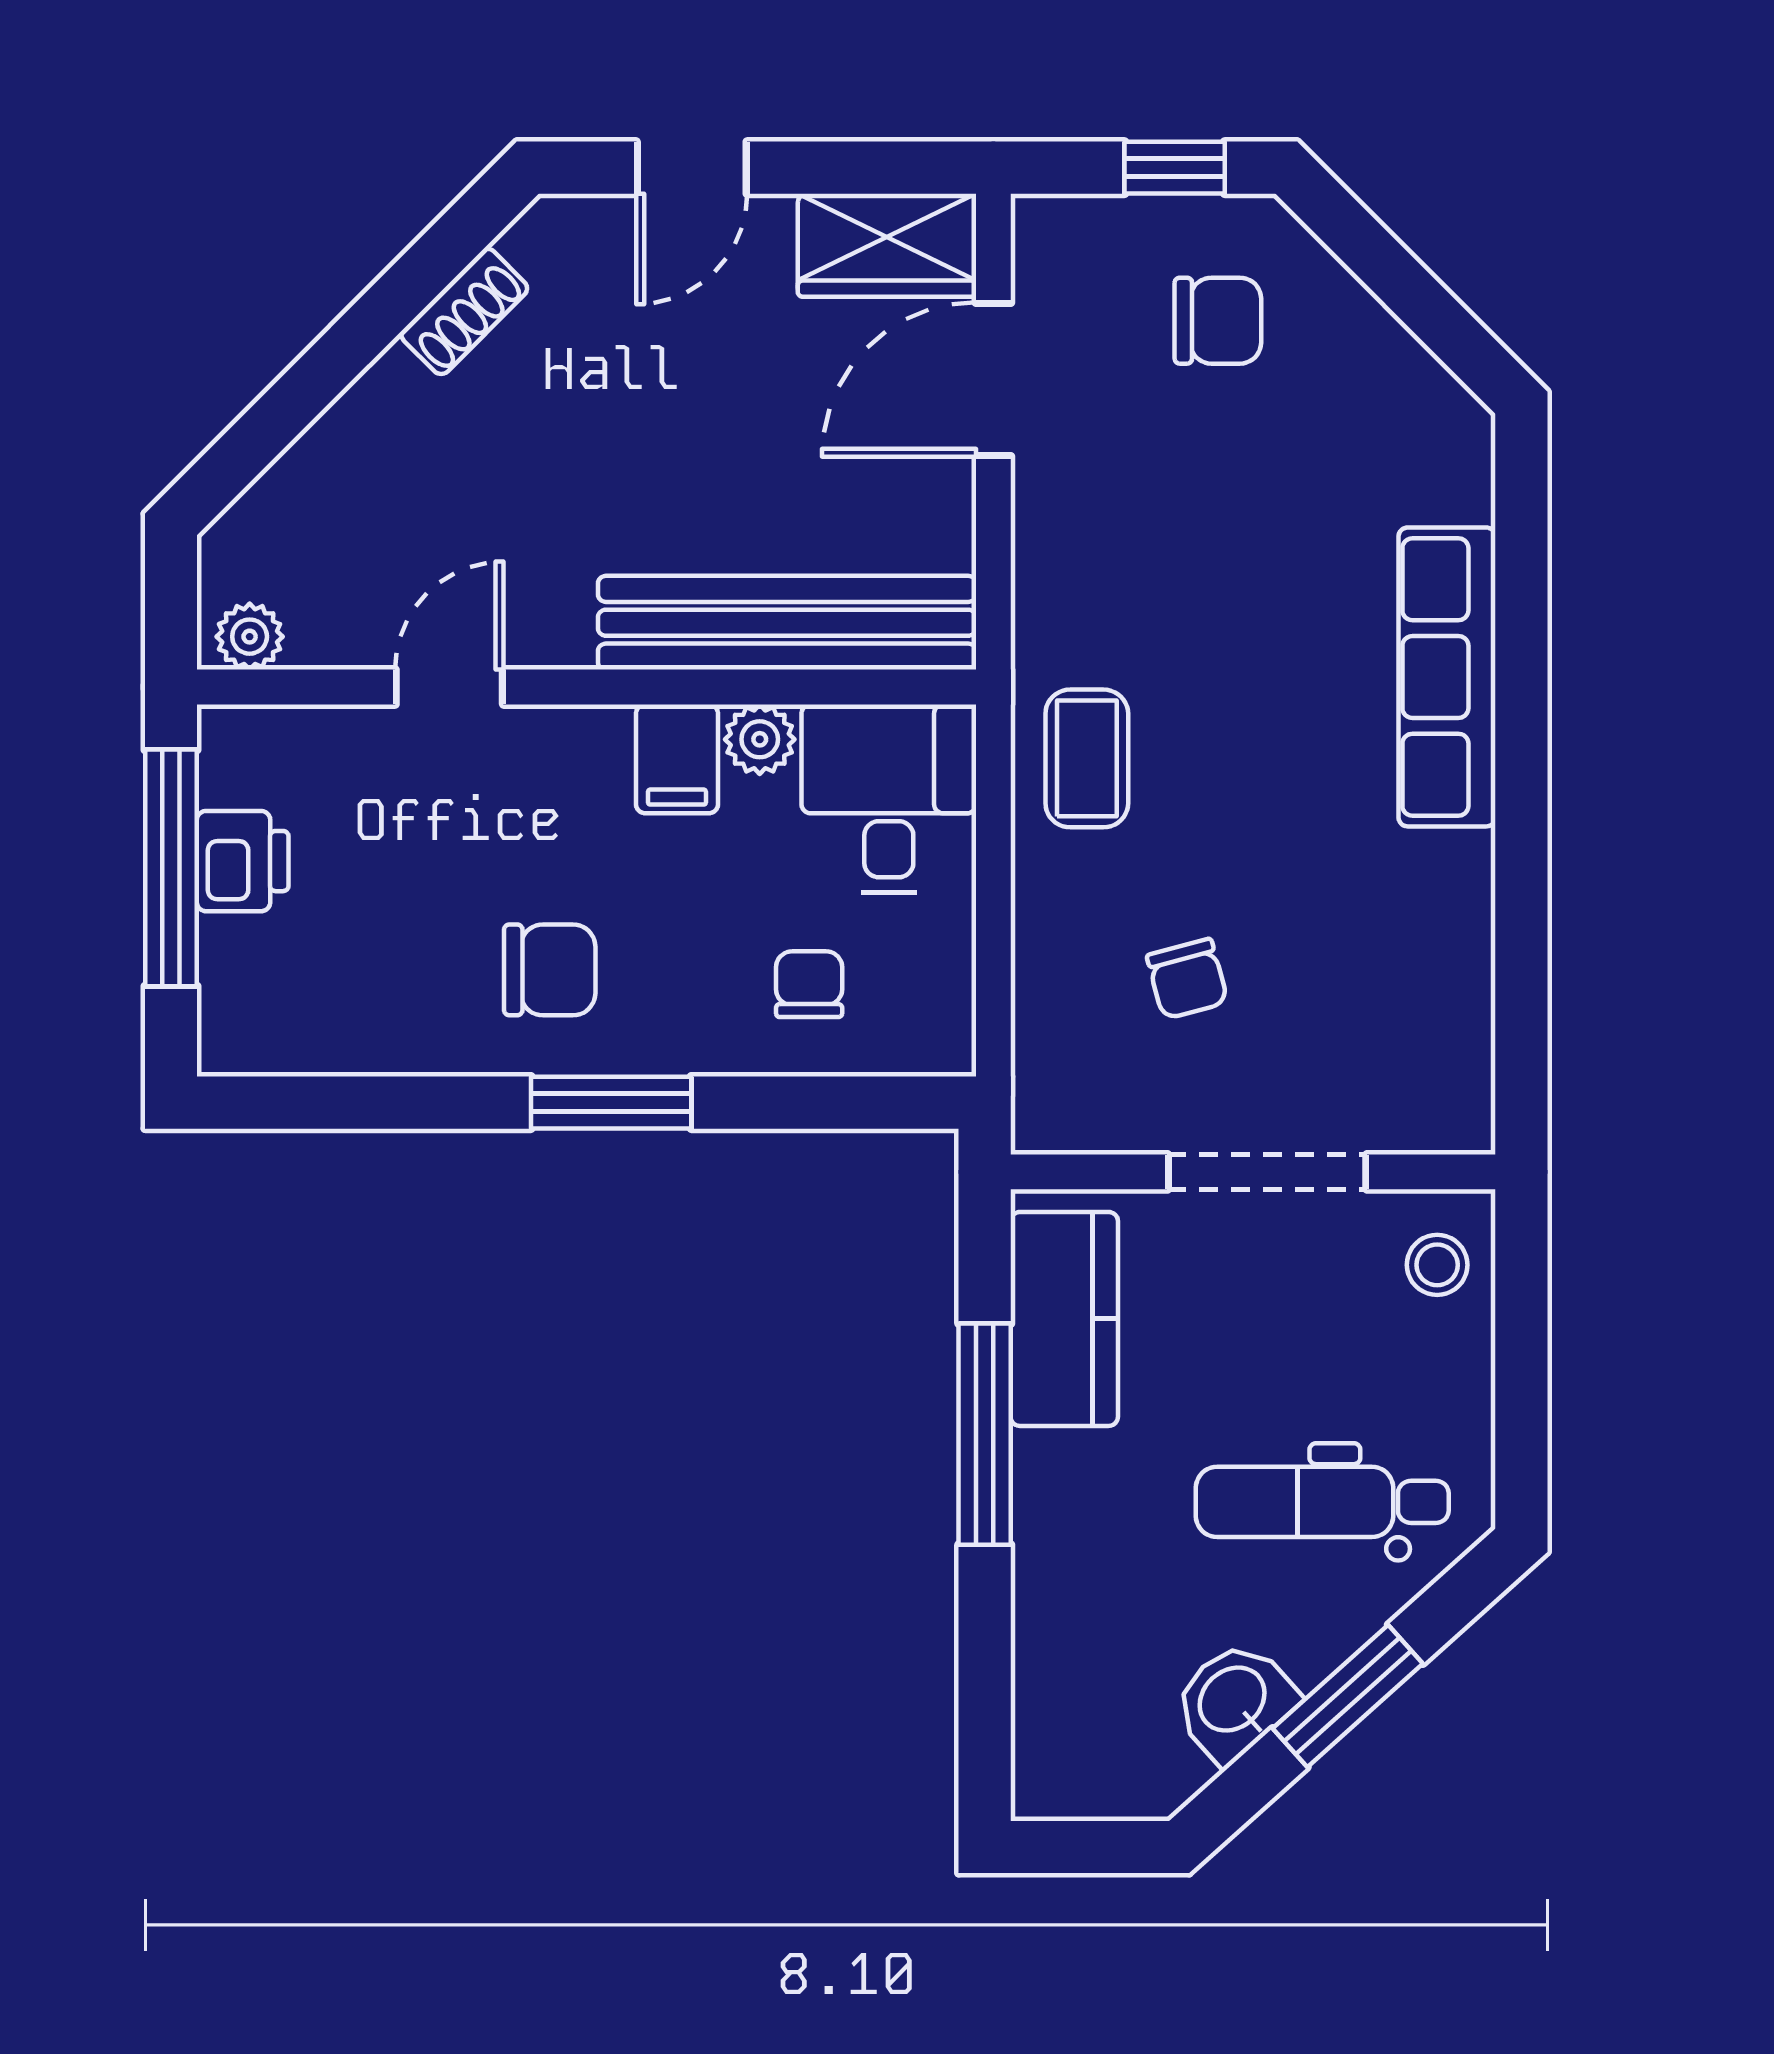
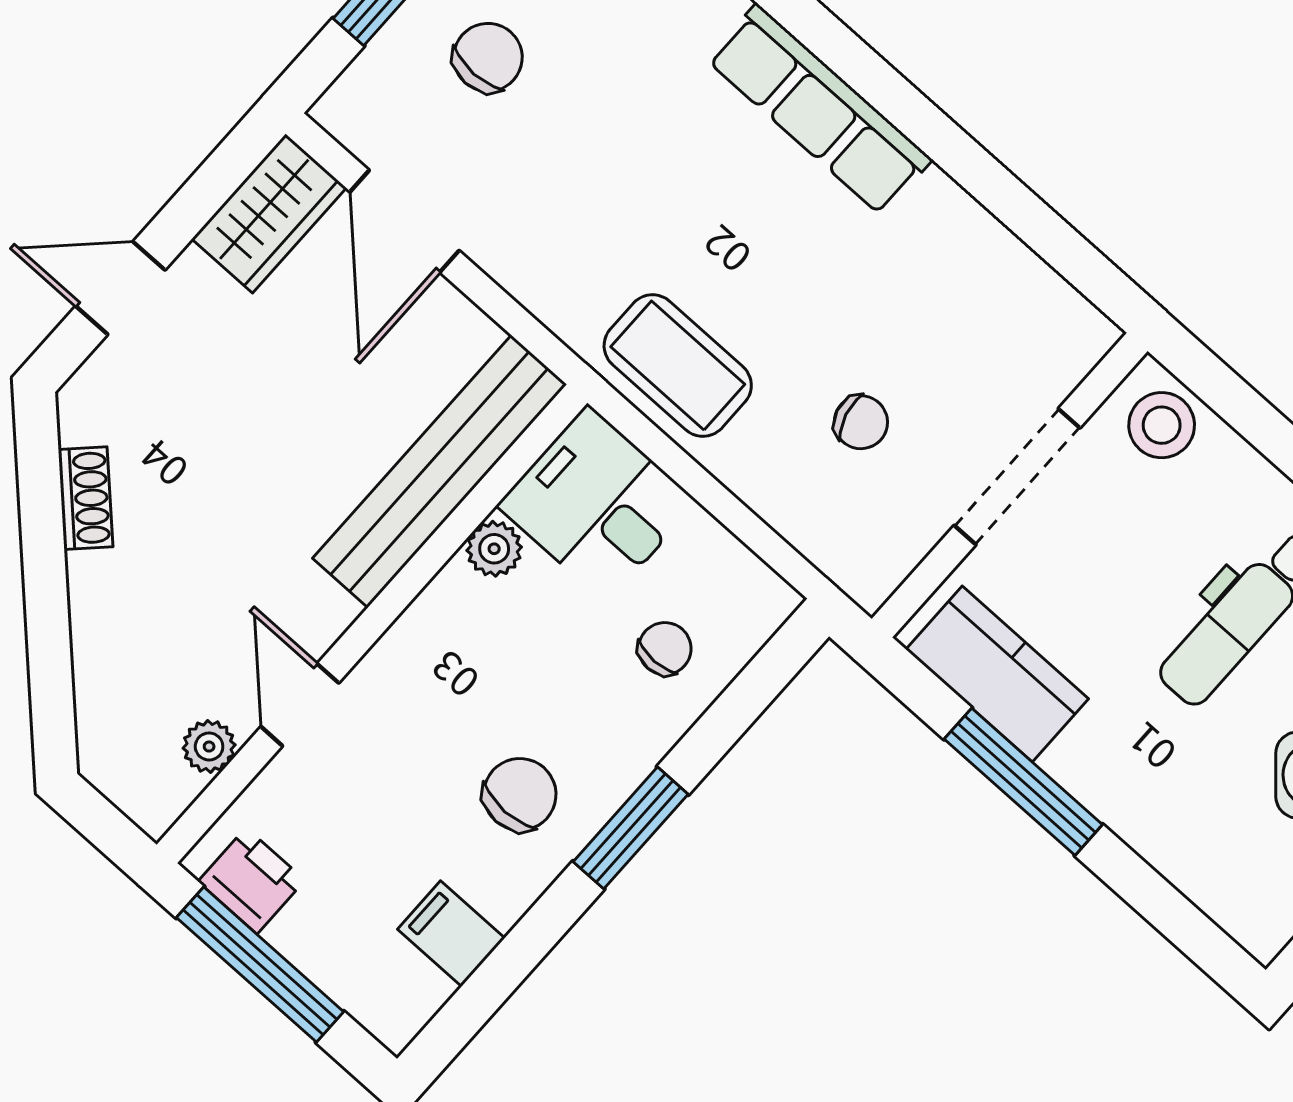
door: (692, 168) -> (120, 288), swing flipped
plant: (250, 637) -> (209, 746), moved
coffee table: (1087, 758) -> (678, 366), width x1.36, depth x1.30
filing cabinet: (677, 759) -> (451, 934), moved, turned 180
printer: (243, 861) -> (251, 881), moved
chair: (809, 984) -> (665, 649), turned 90
stool: (1437, 1265) -> (1162, 425), width x1.37, depth x1.37

